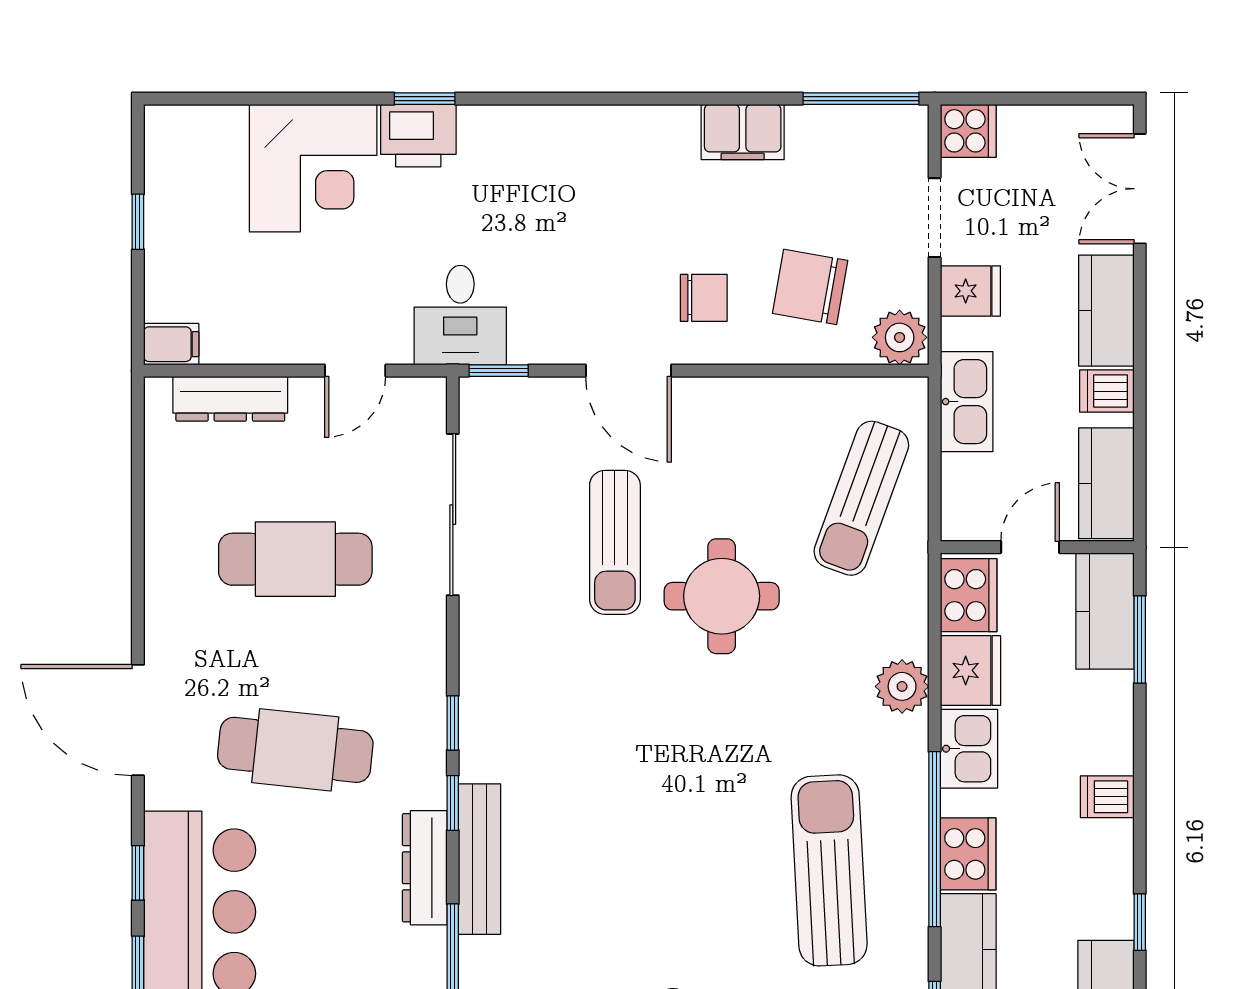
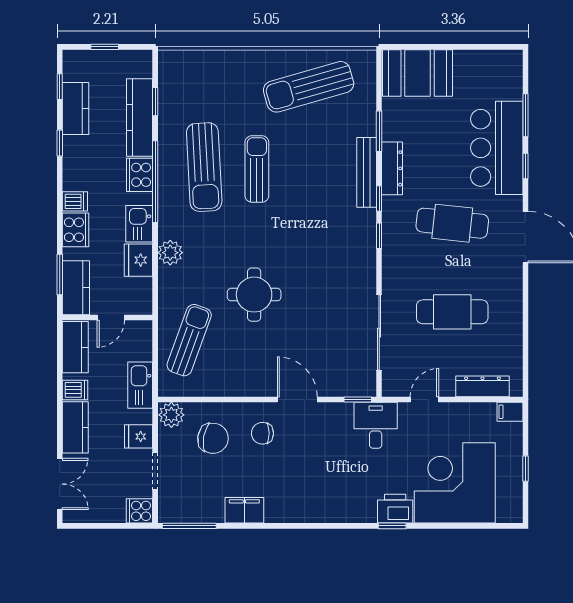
corner desk: (313, 168) -> (455, 483), width x1.36, depth x1.36
sun lounger: (615, 542) -> (257, 169), moved
cooker: (969, 595) -> (76, 230), moved, turned 180

